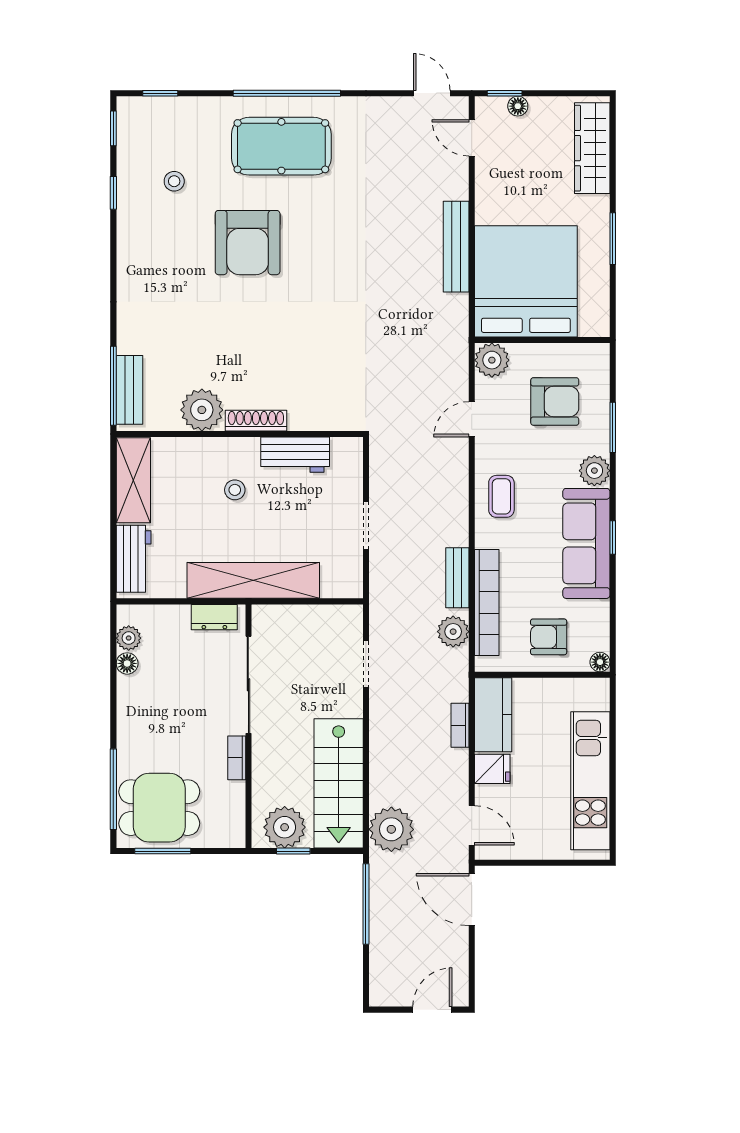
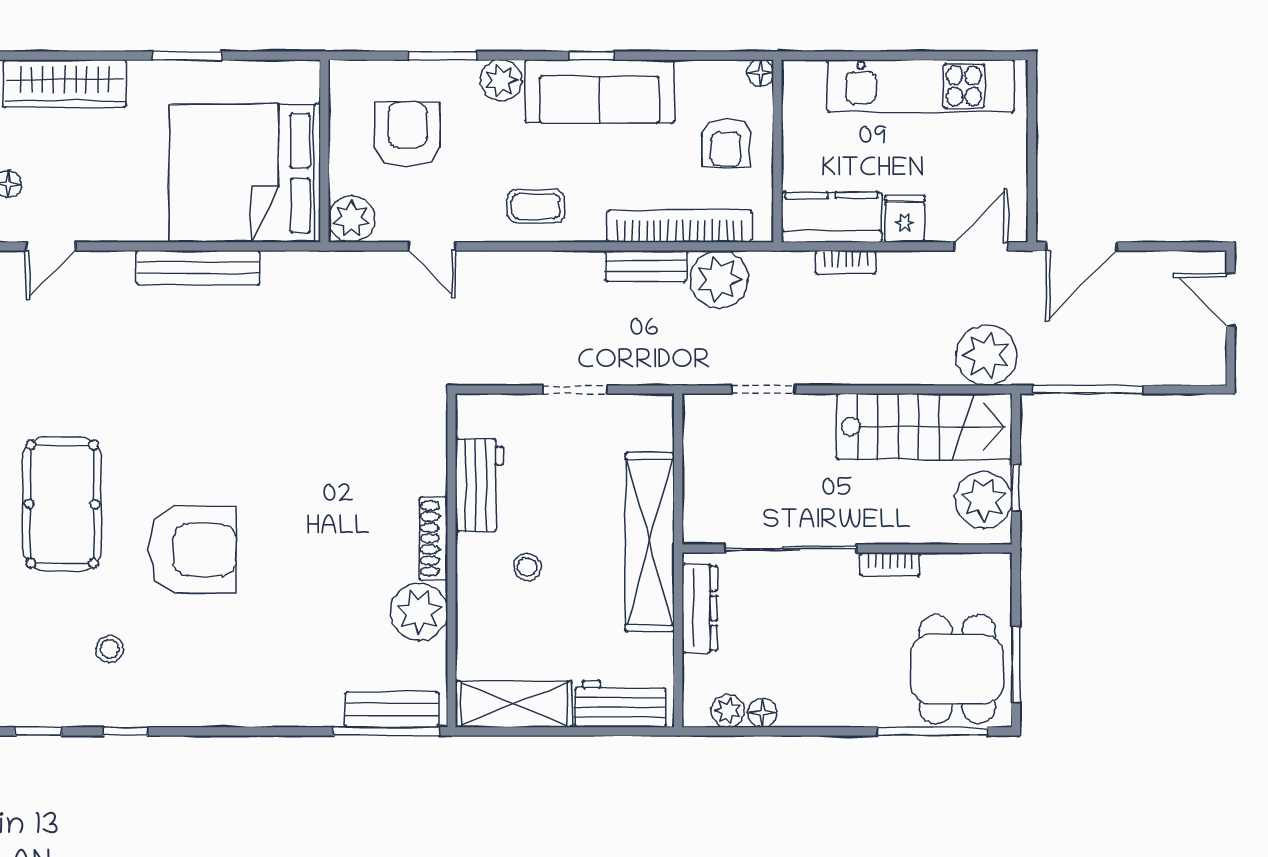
dresser: (214, 617) -> (699, 608), width x1.44
plant: (453, 632) -> (719, 279), width x1.36, depth x1.36

